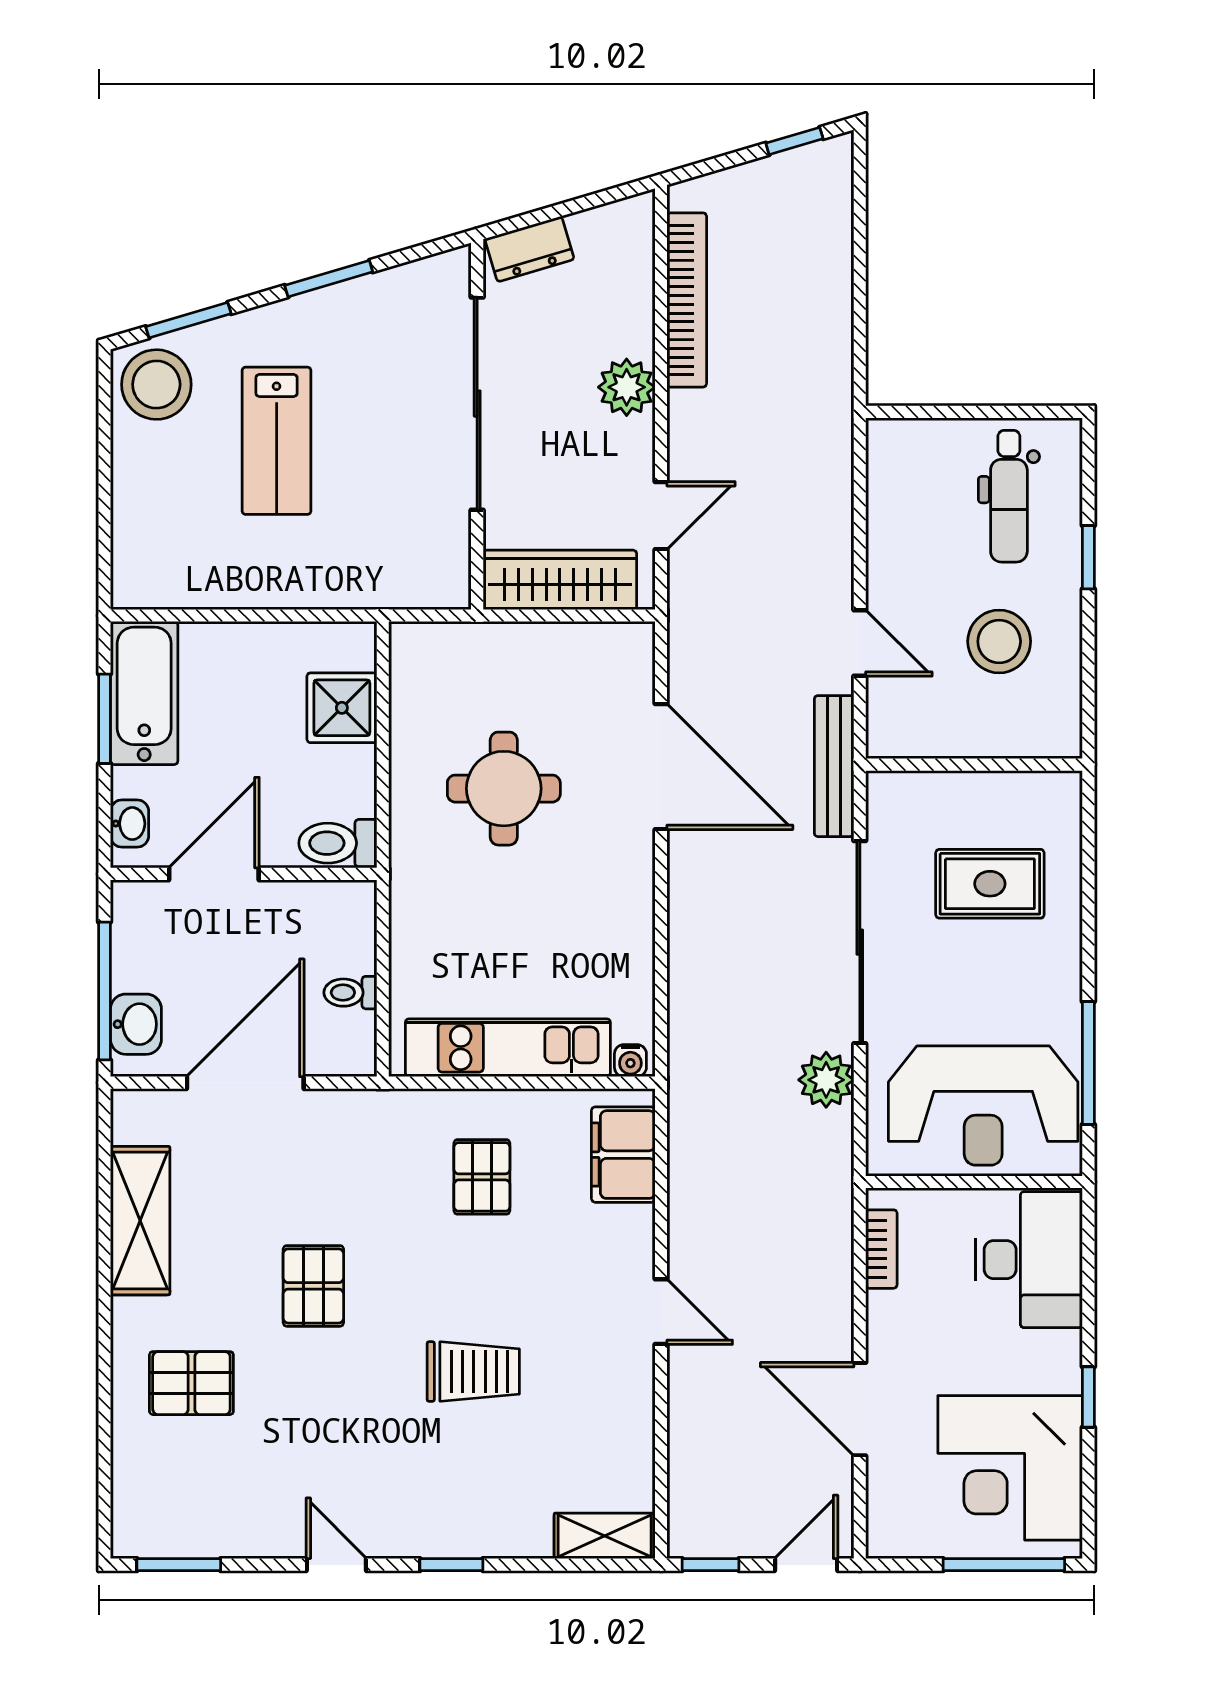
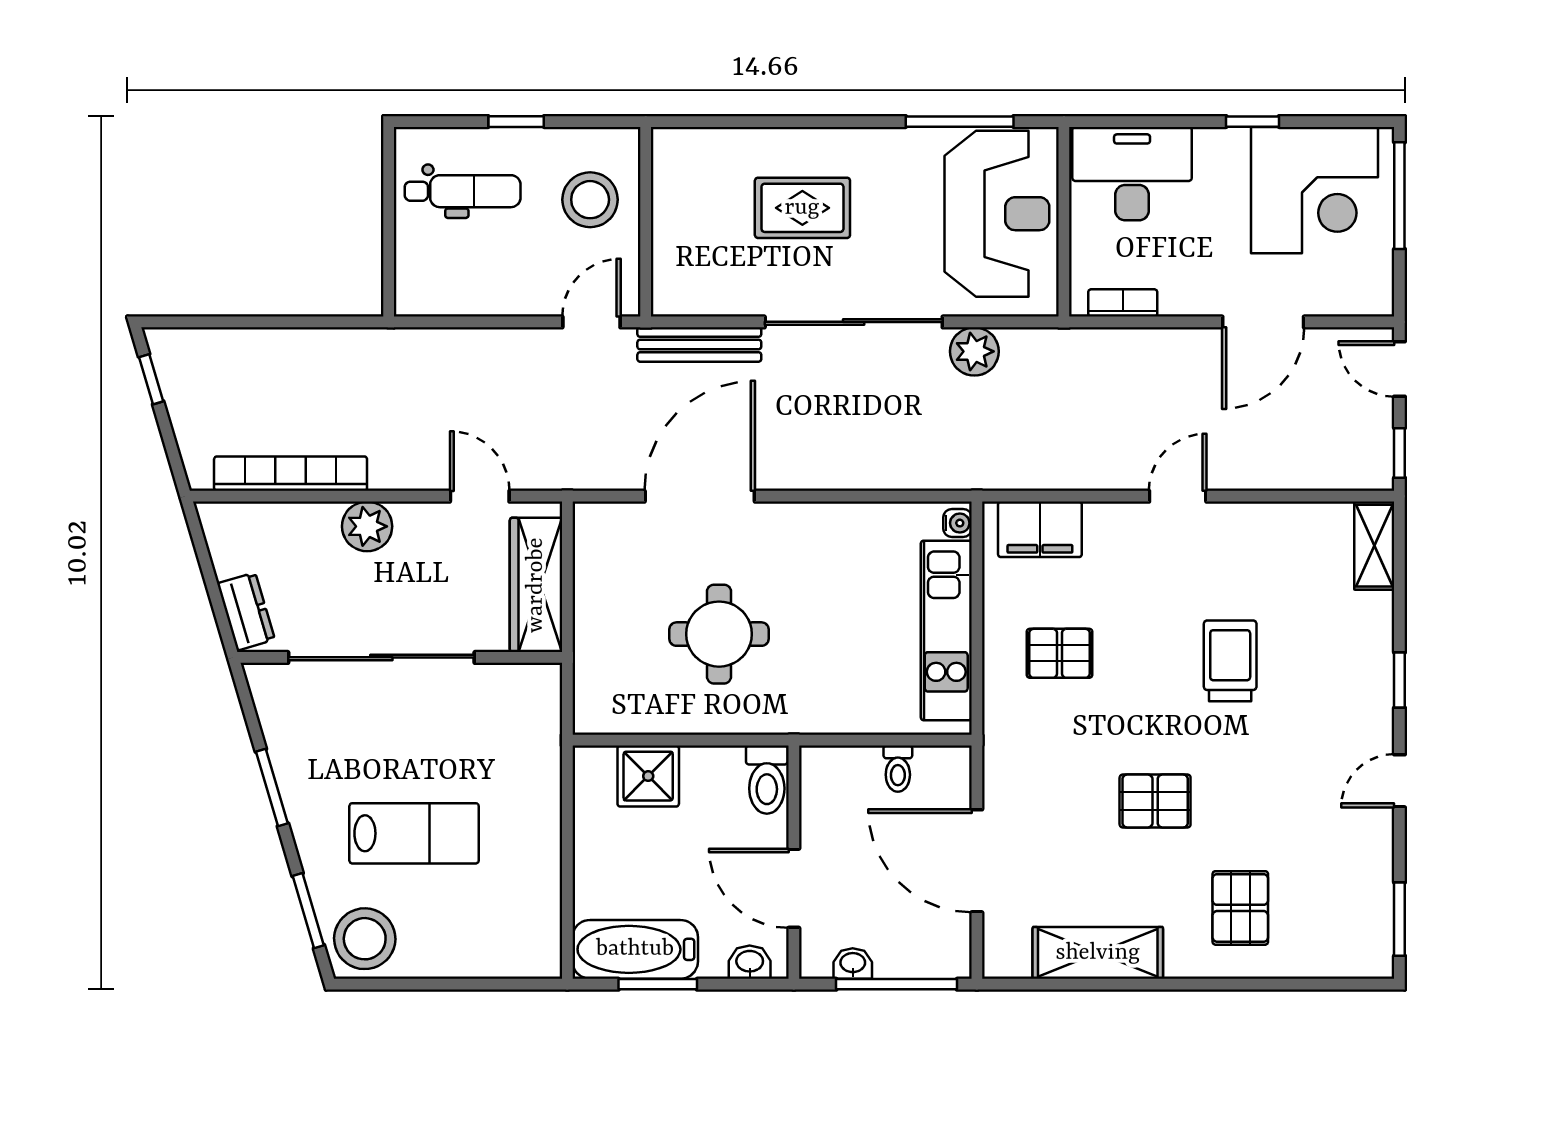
wall: (974, 765) -> (646, 222), moved
rug: (990, 884) -> (802, 208), turned 90
washbasin: (136, 1024) -> (853, 963), moved, width x0.72, depth x0.69

